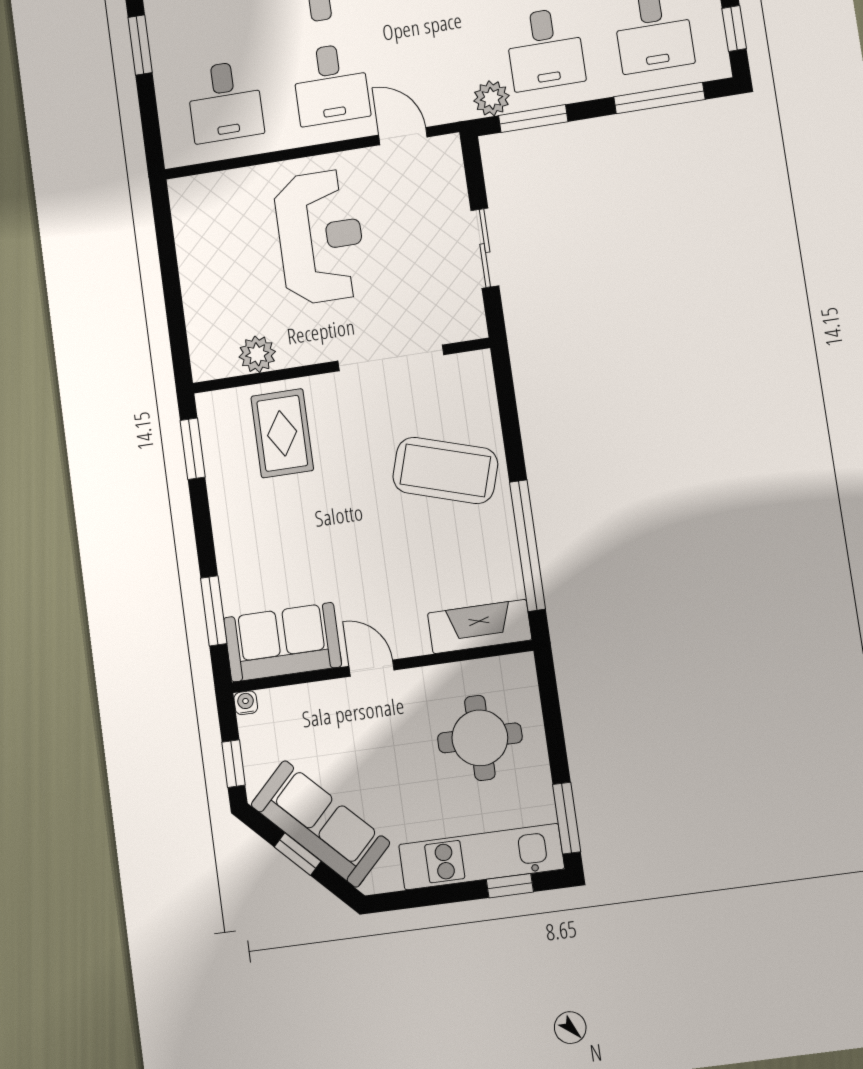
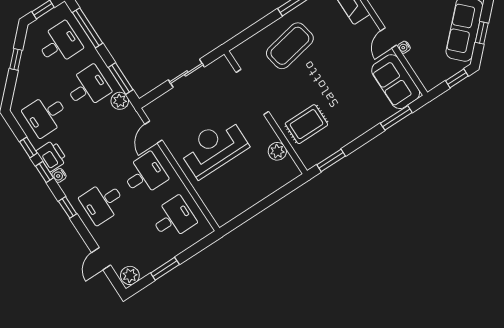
coffee table: (445, 470) -> (290, 46), turned 62
water cooler: (246, 703) -> (404, 47), moved

